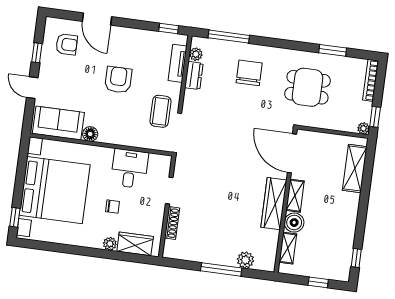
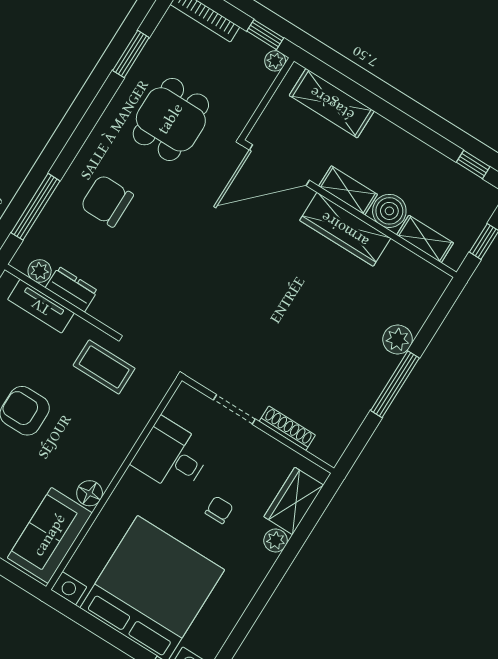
door: (292, 153) -> (279, 165), moved
shelving: (295, 196) -> (348, 190), moved
wall: (286, 201) -> (349, 209), moved
wardrobe: (274, 204) -> (345, 229), moved
boiler: (294, 223) -> (389, 211), moved
shelving: (288, 248) -> (425, 239), moved

